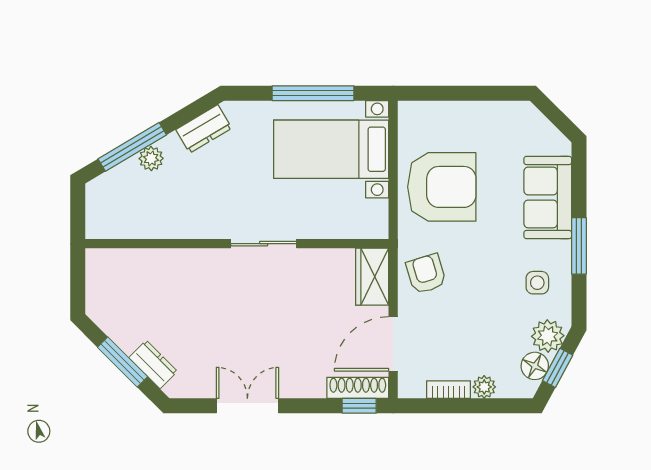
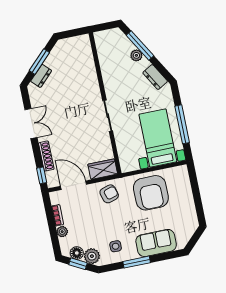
shoe rack: (358, 388) -> (46, 156), moved

